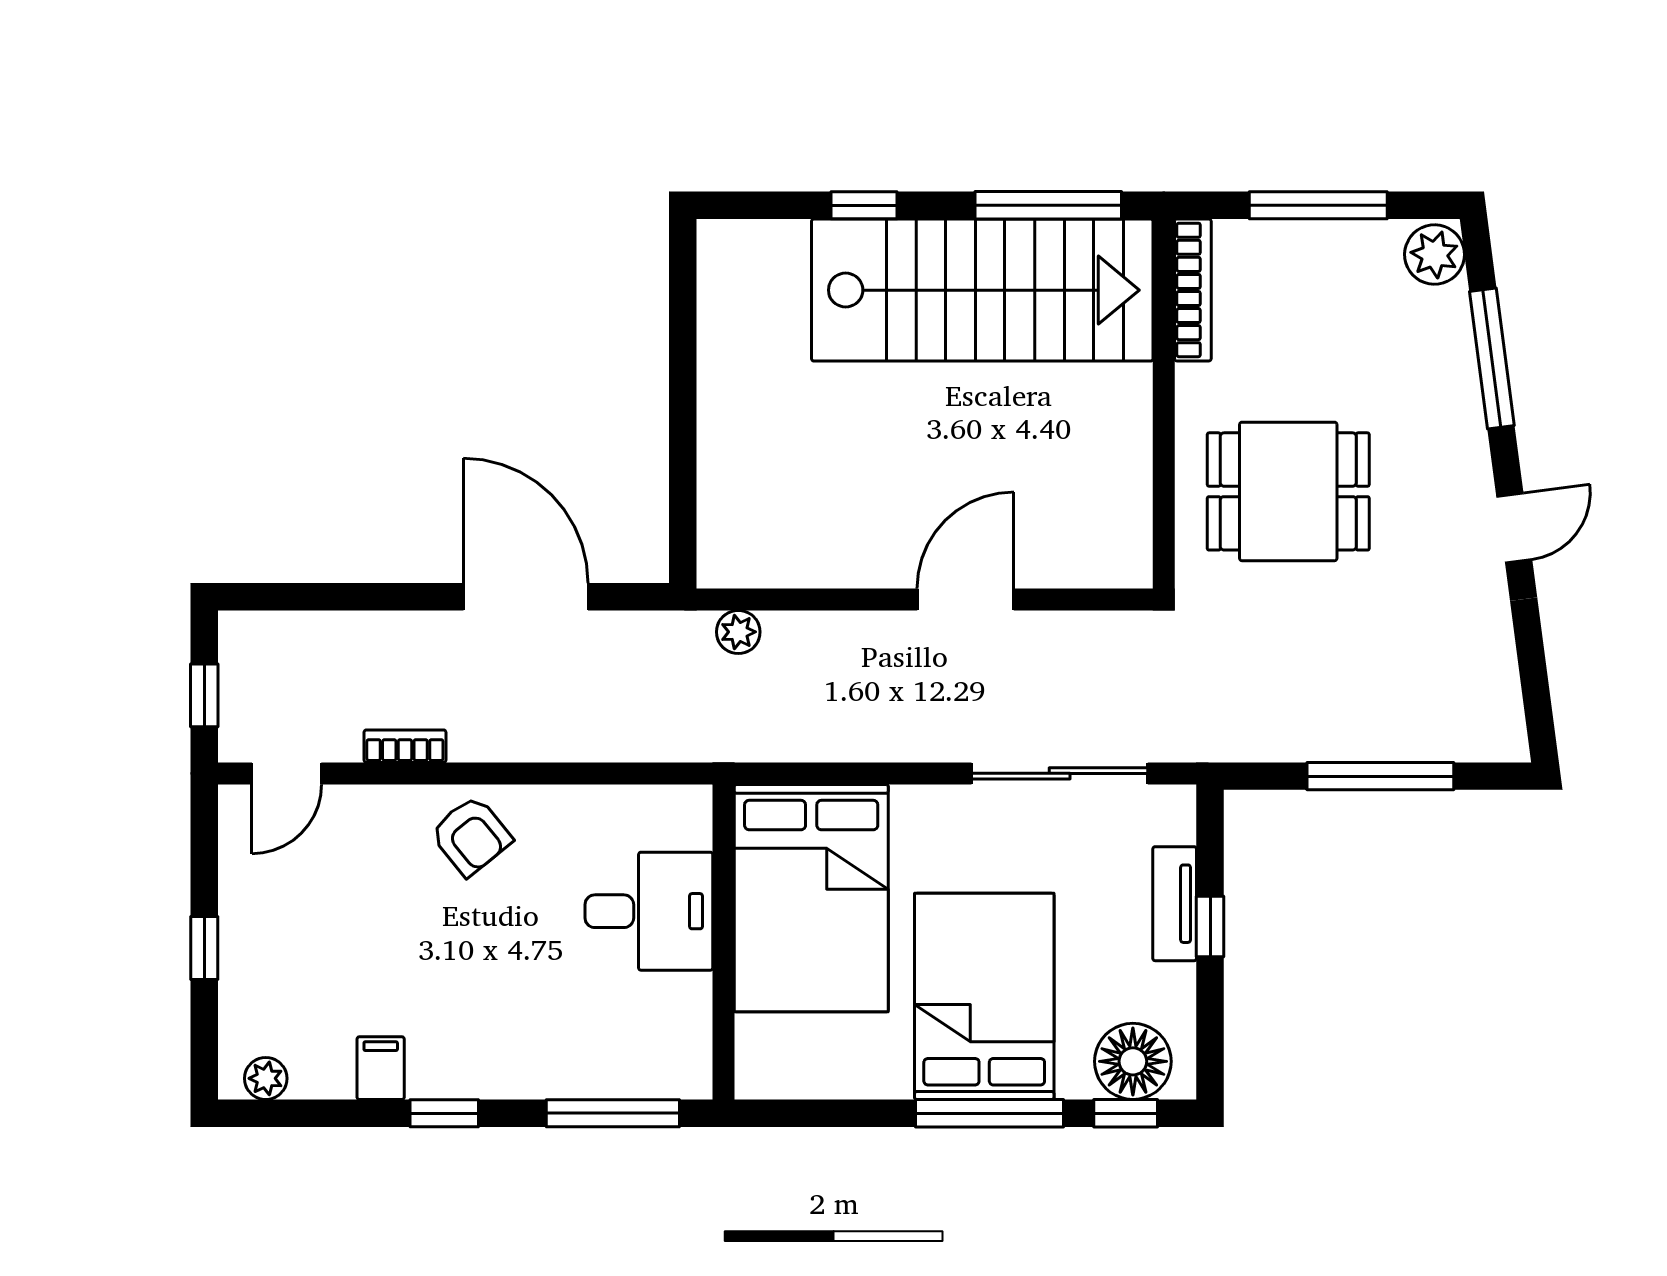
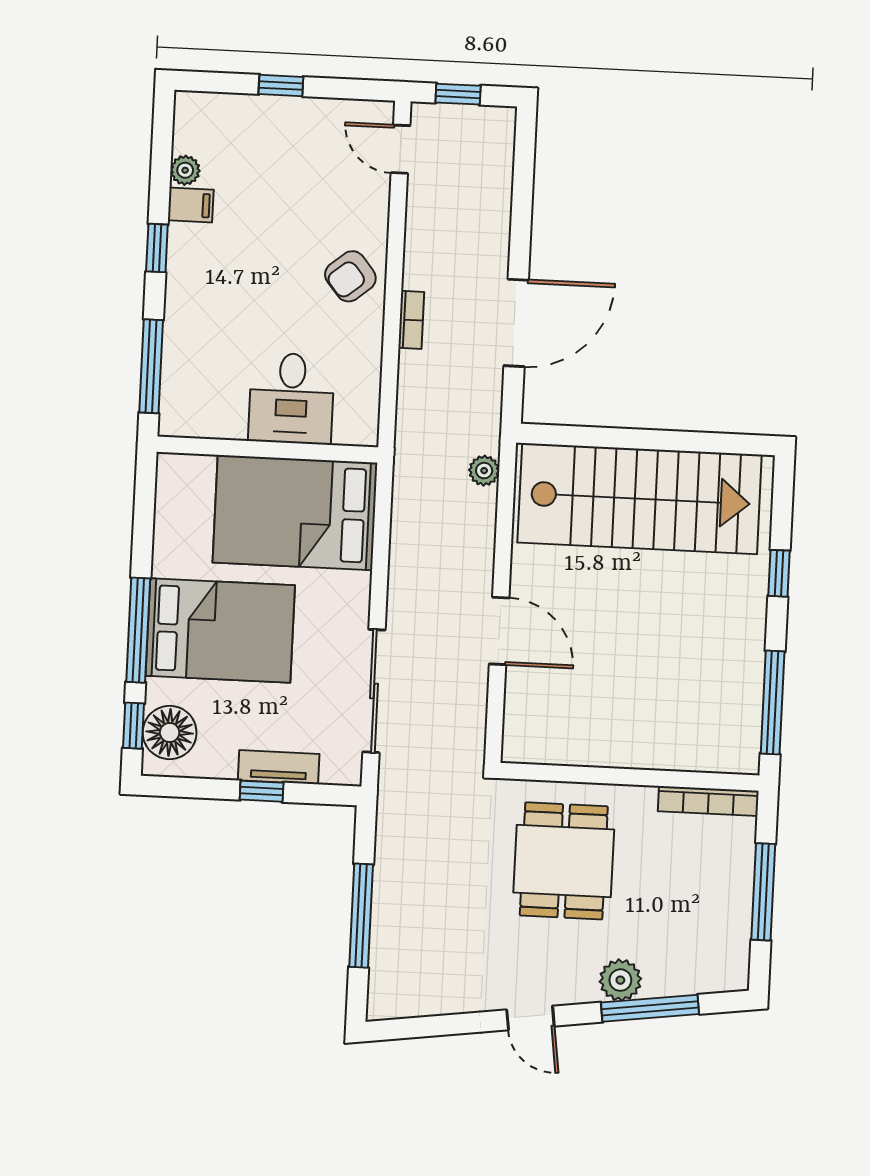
plant: (1435, 255) -> (620, 980), moved
stairs: (982, 290) -> (640, 499), moved, turned -90
bookcase: (405, 746) -> (411, 320), moved
plant: (266, 1078) -> (185, 170), moved

